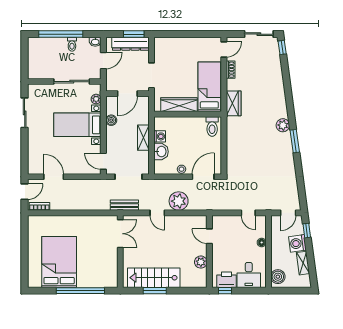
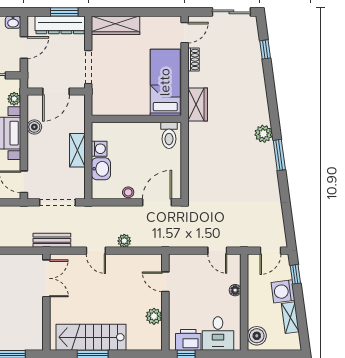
window: (282, 47) -> (265, 49), moved
wardrobe: (179, 105) -> (116, 25), moved, turned 180
plant: (179, 201) -> (124, 241), width x0.53, depth x0.53

